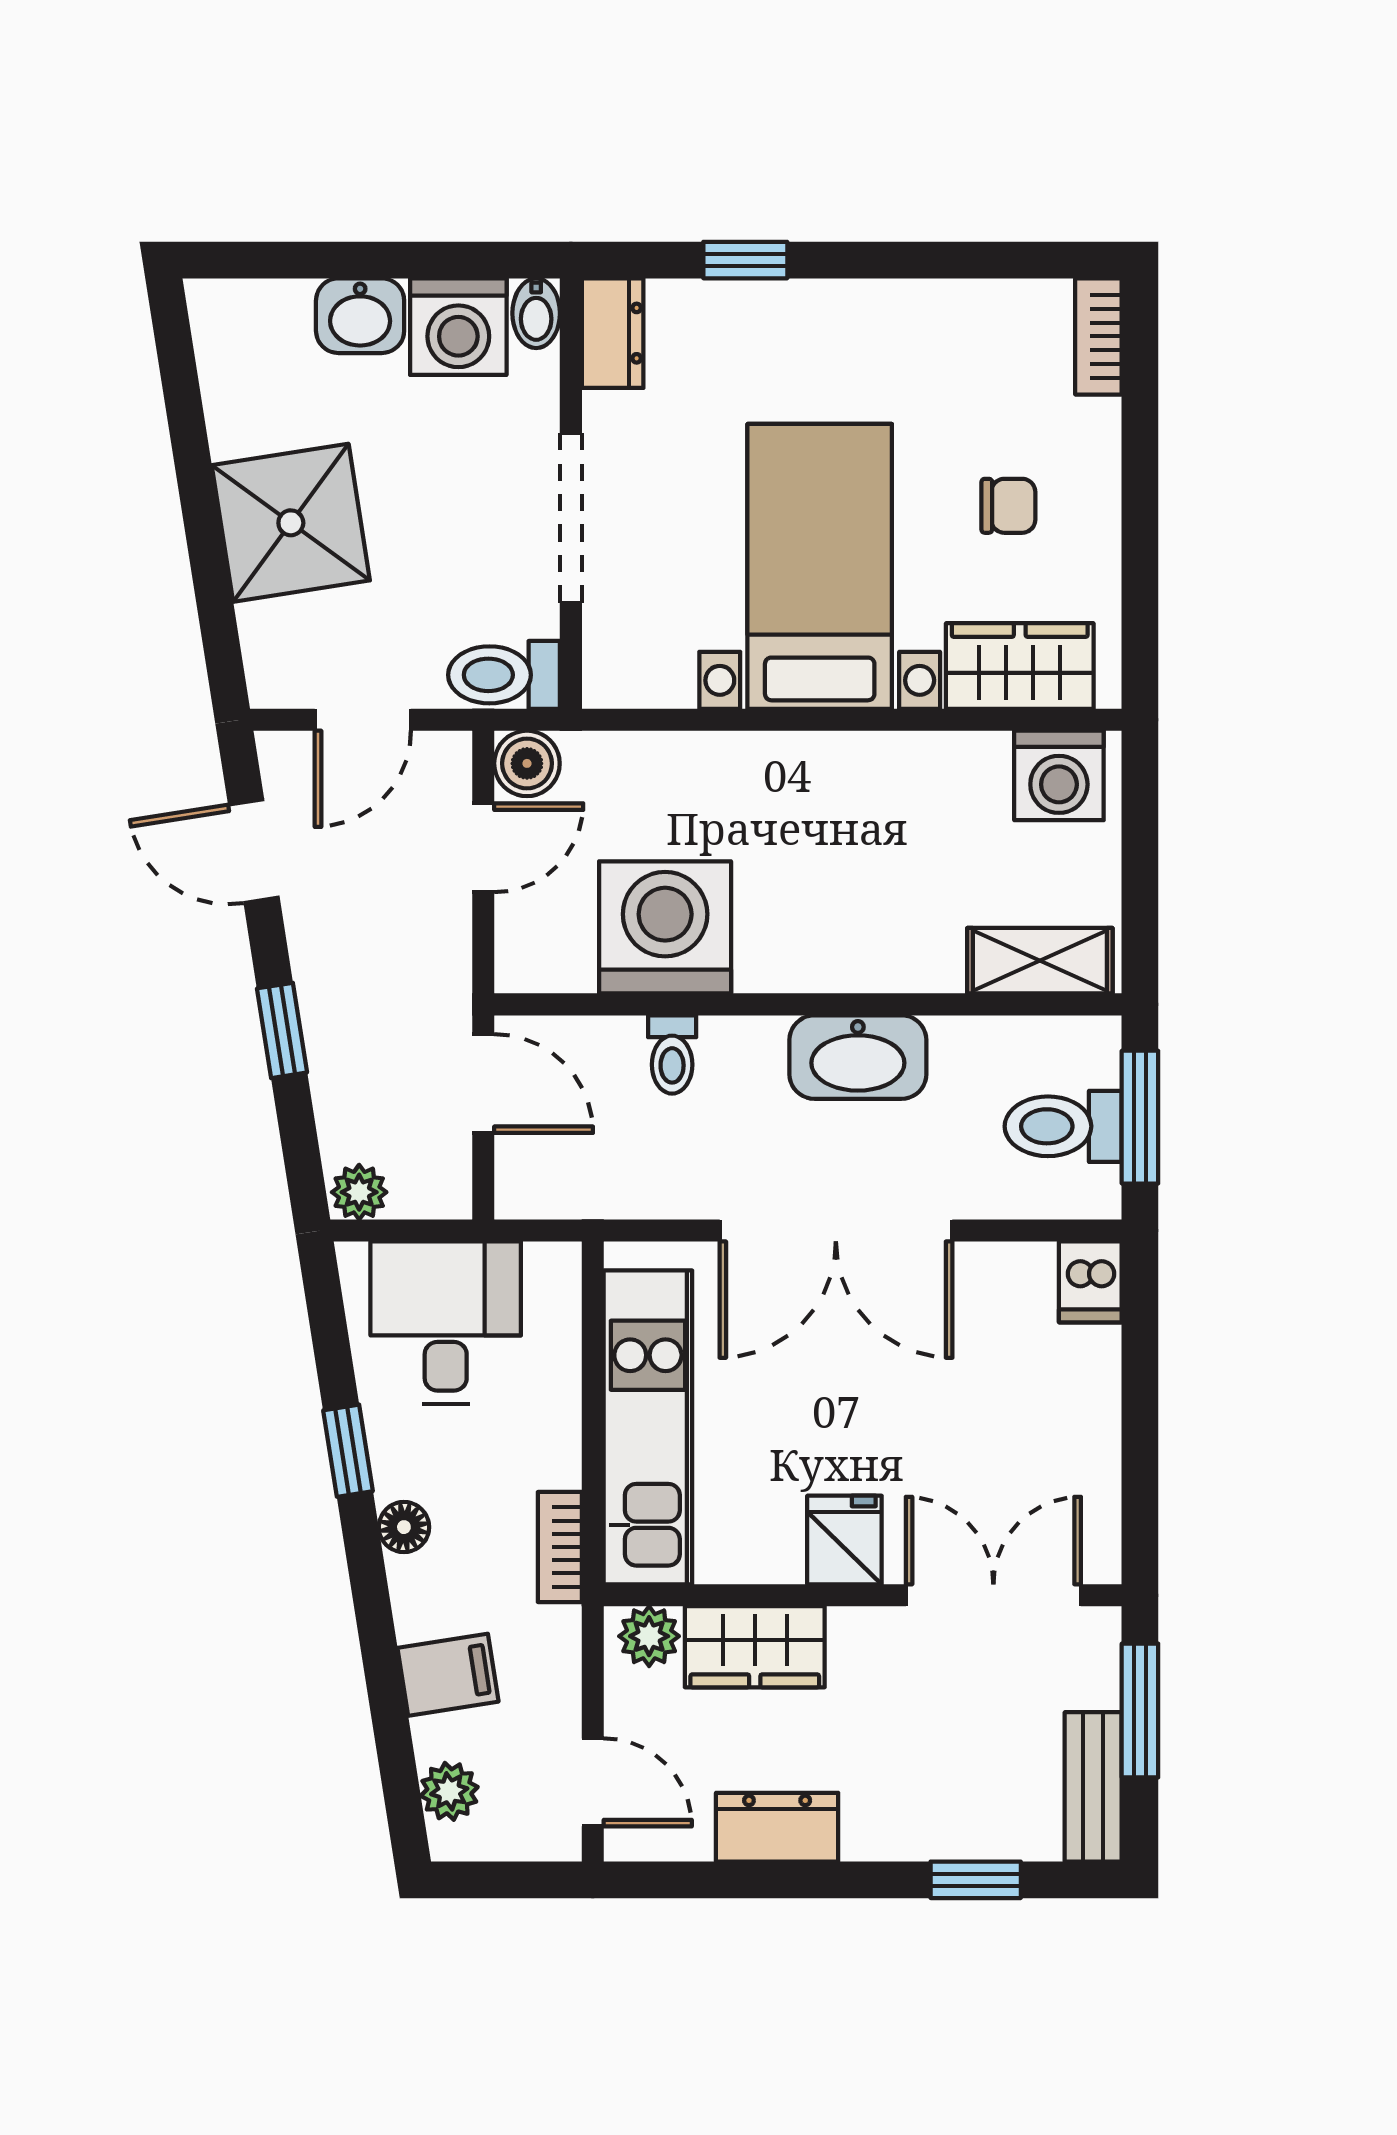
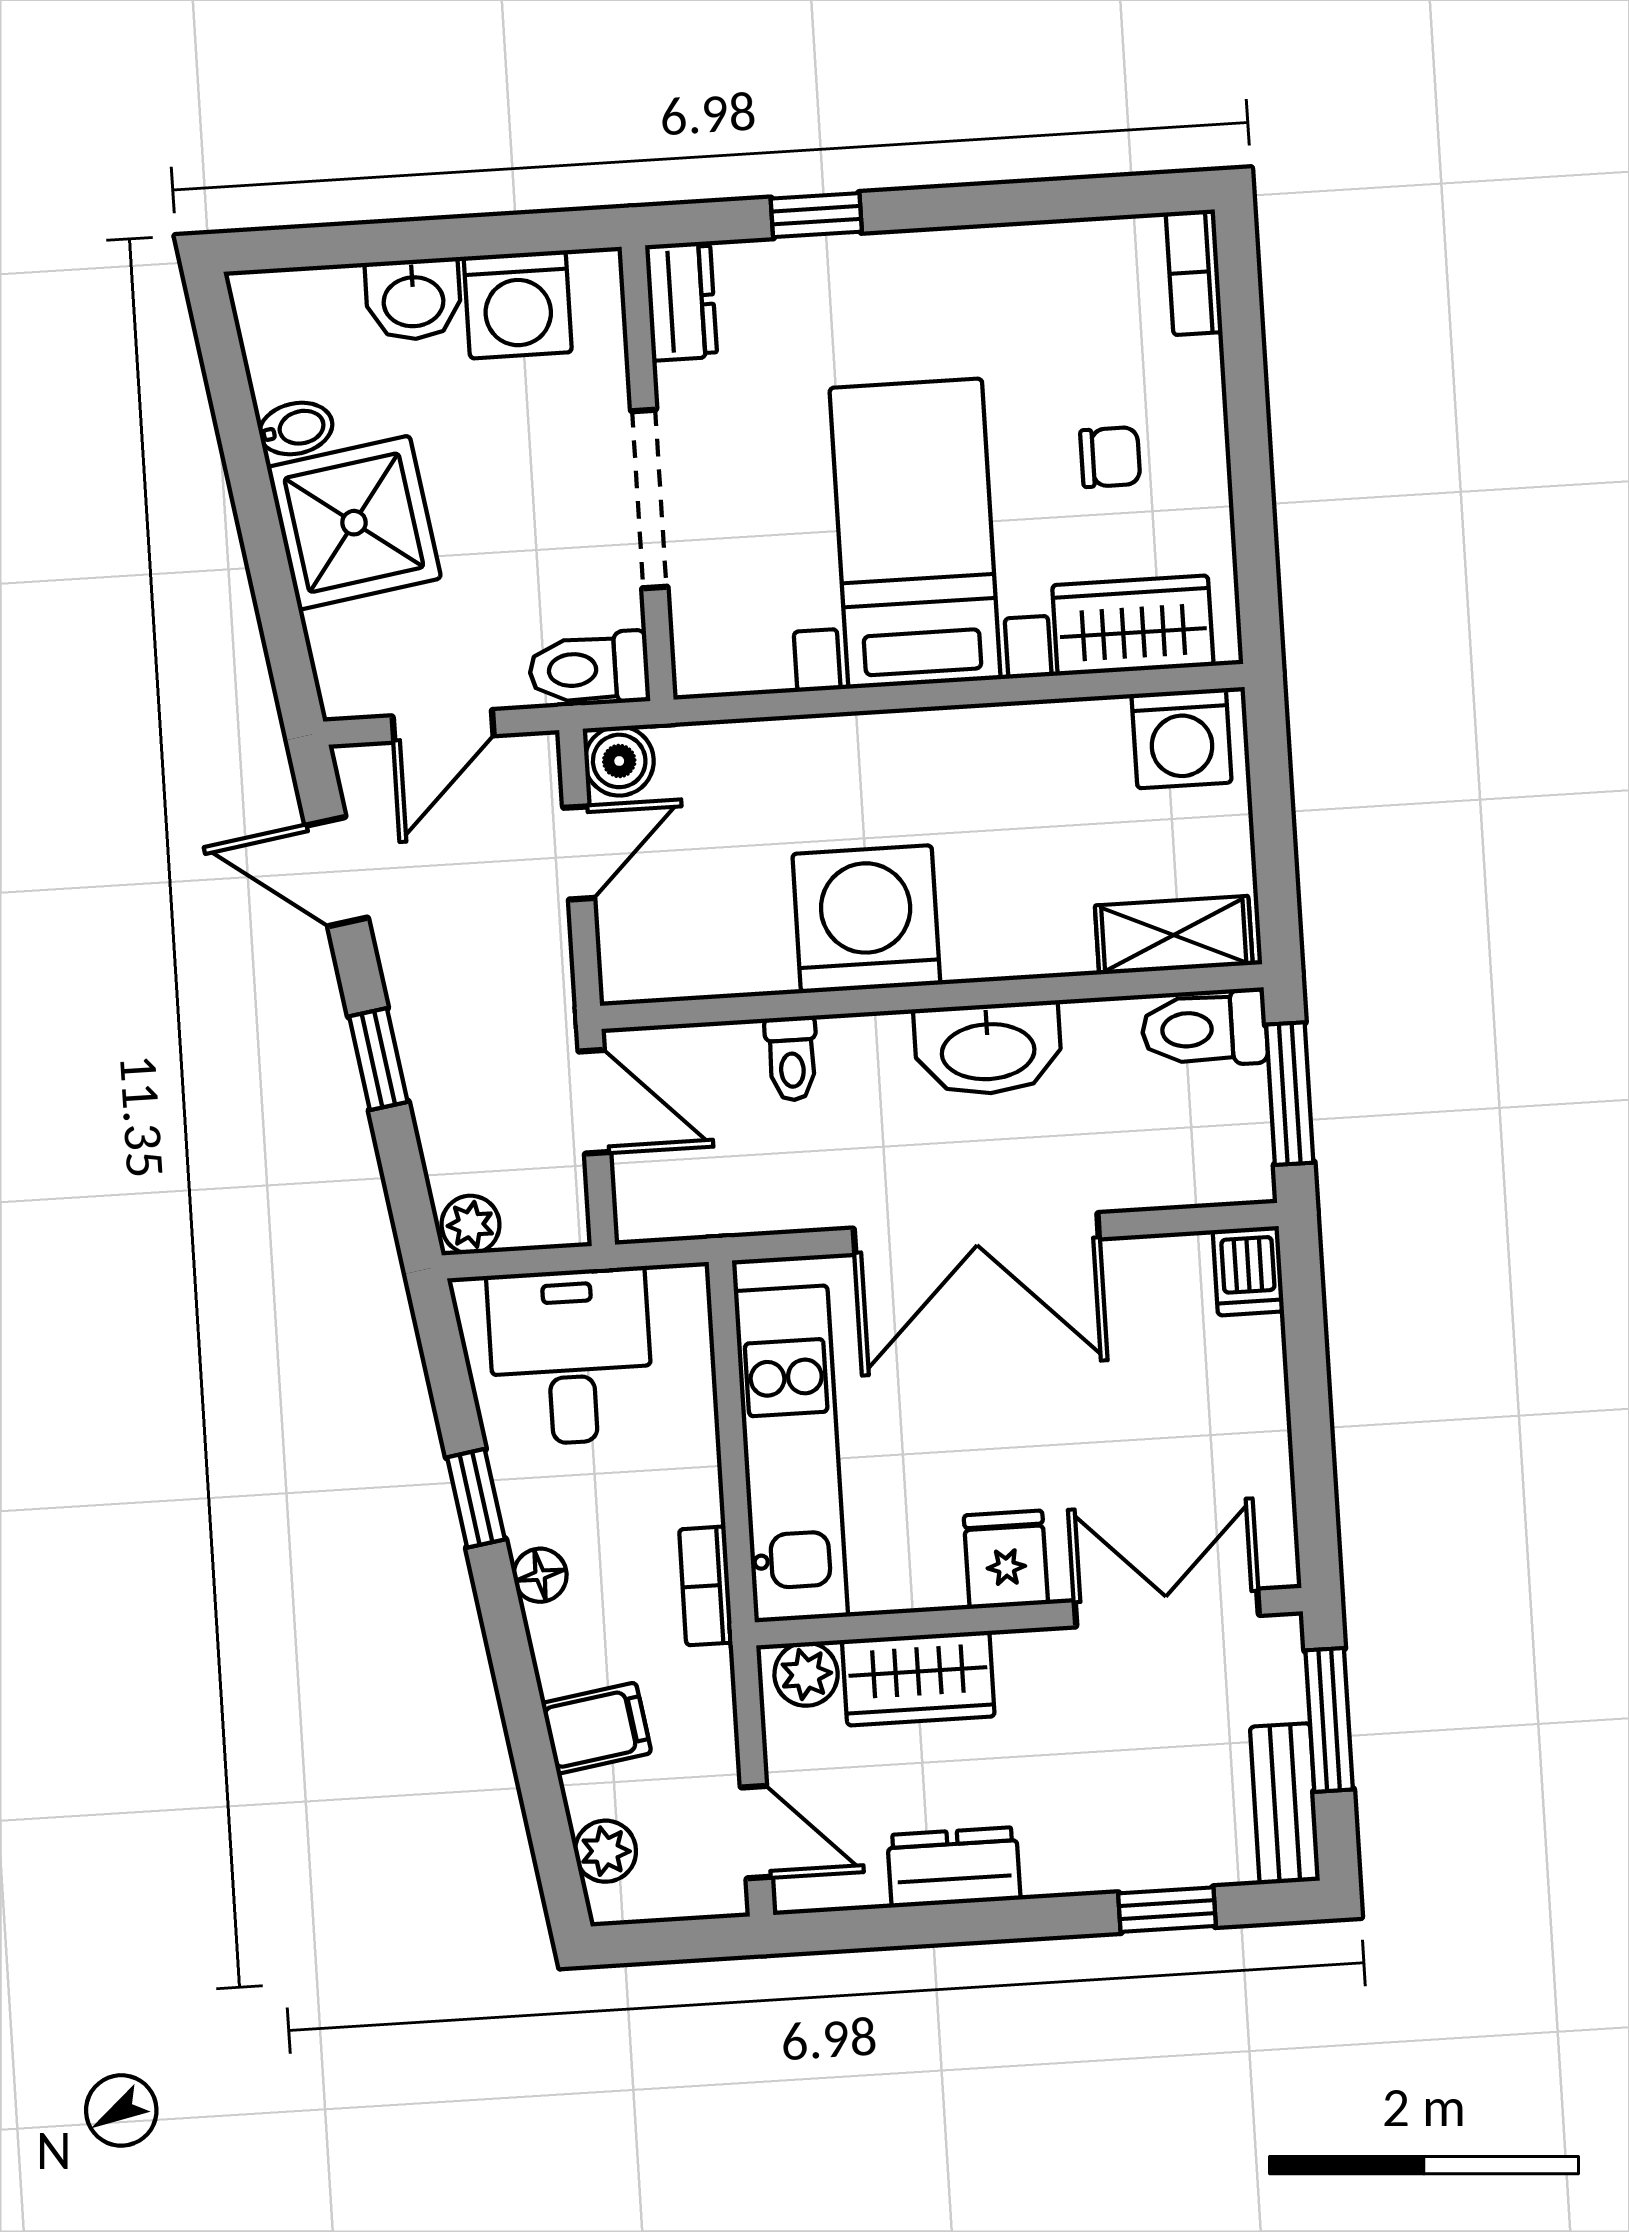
bidet: (536, 313) -> (296, 429), moved, turned -99
washing machine: (665, 927) -> (866, 919), moved
toilet: (1063, 1126) -> (1204, 1029), moved

